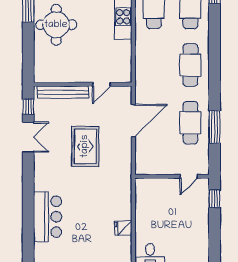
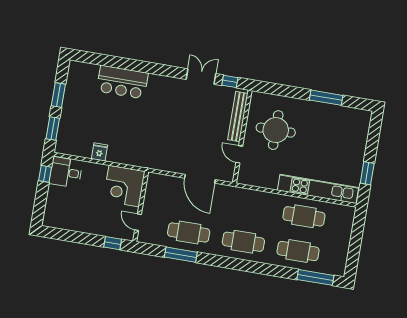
round table: (56, 25) -> (276, 130), moved
double door: (28, 137) -> (201, 77), swing flipped
rug: (85, 146) -> (183, 129), removed
corner desk: (154, 197) -> (124, 186), added

